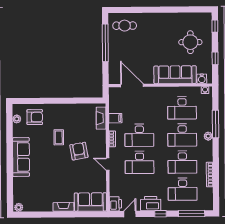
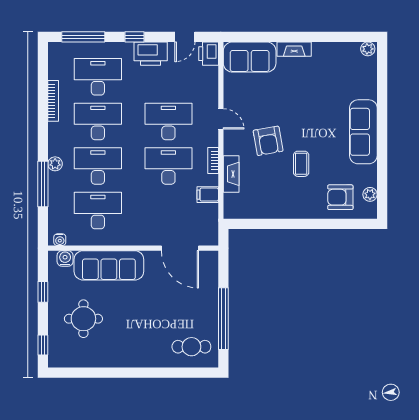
fireplace: (101, 118) -> (231, 174), moved

